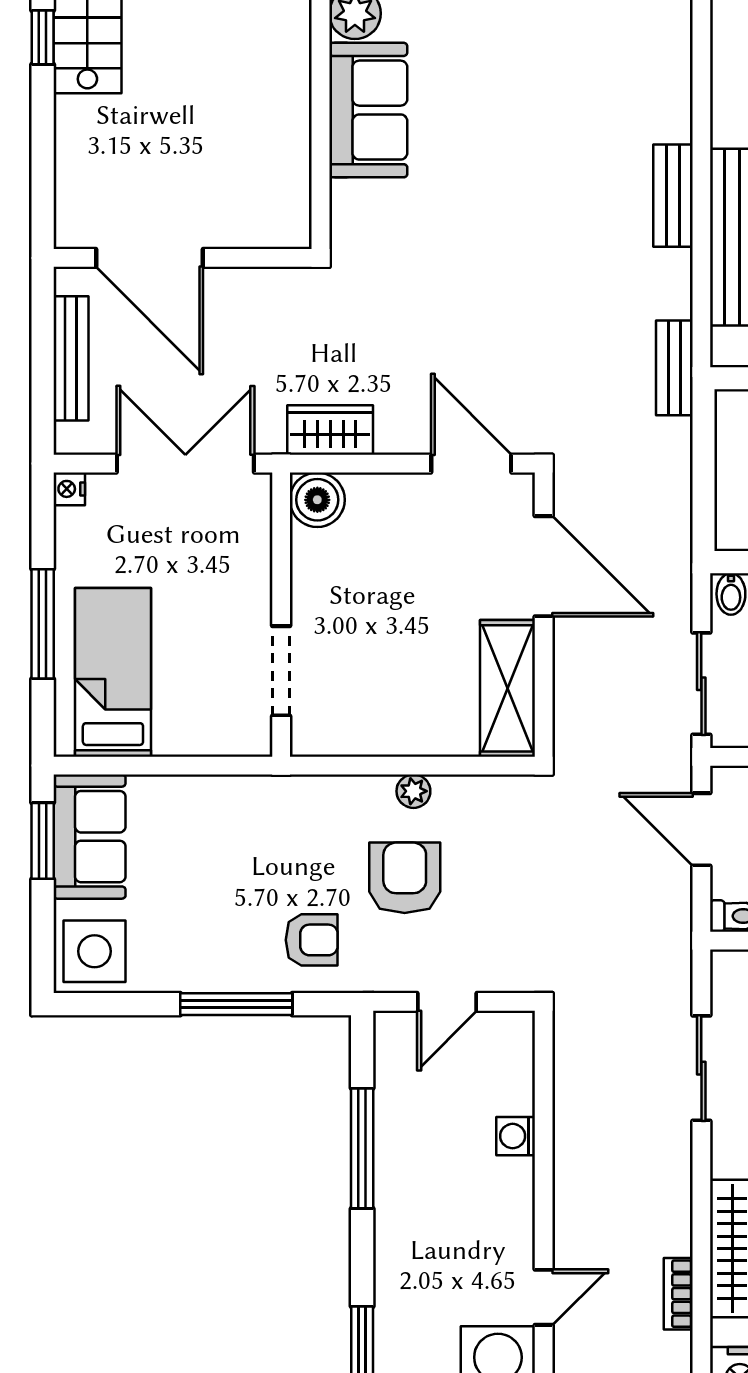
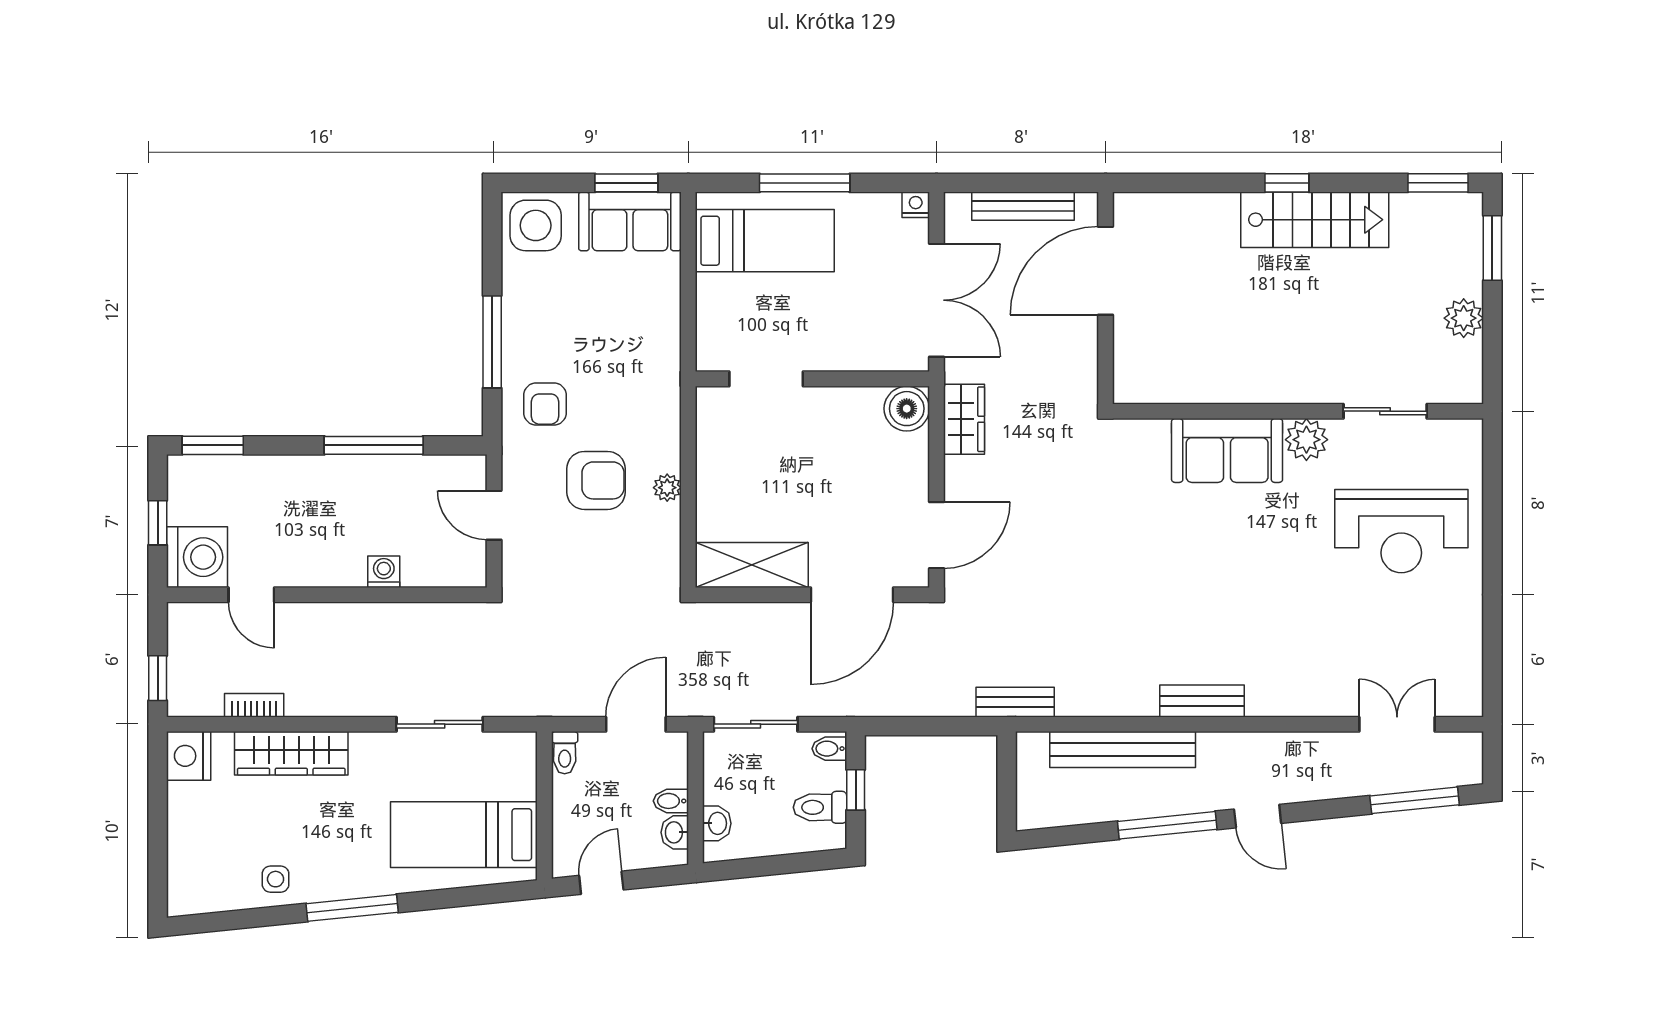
bench: (673, 196) -> (1202, 701), moved

